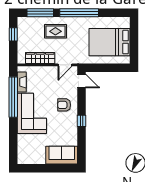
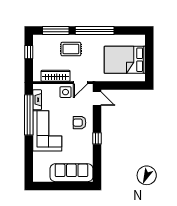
side table: (50, 74) -> (65, 92), added
sofa: (62, 155) -> (71, 173), width x1.36

